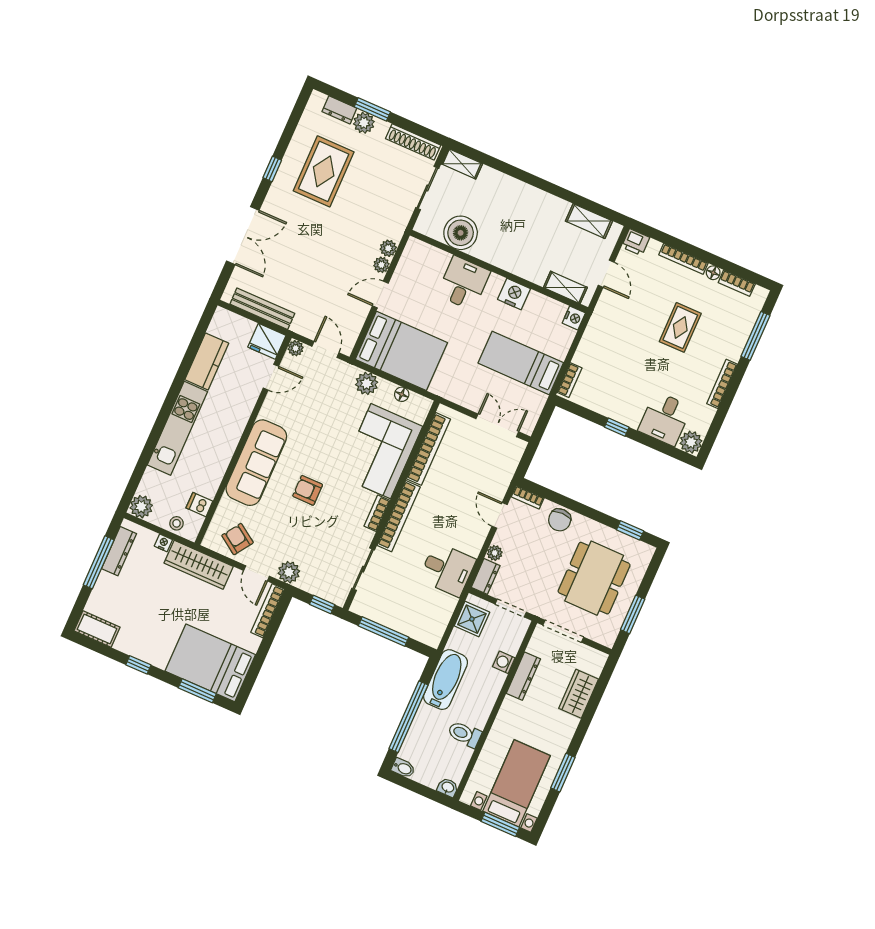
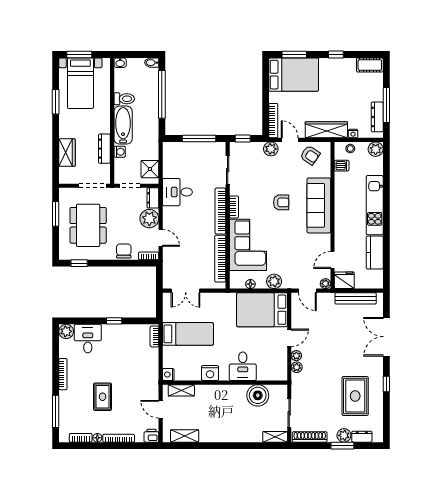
plant: (495, 553) -> (149, 219), width x1.88, depth x1.88
bathtub: (446, 680) -> (123, 125), moved, turned 180

